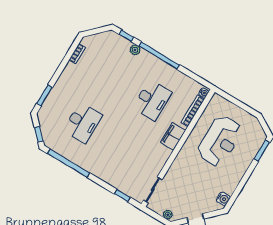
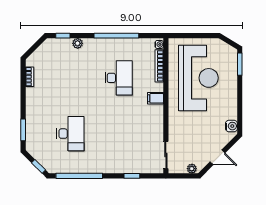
window: (159, 55) -> (116, 36), moved
filing cabinet: (173, 136) -> (156, 98), width x0.50
reception desk: (220, 141) -> (198, 78), width x1.36, depth x1.30
window: (122, 196) -> (132, 176), moved

